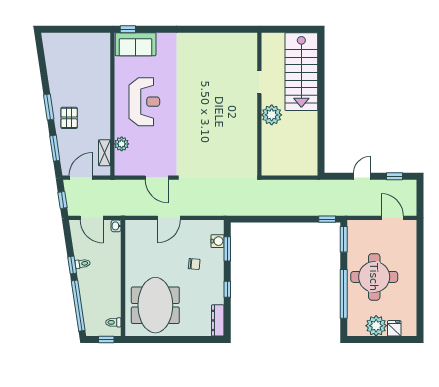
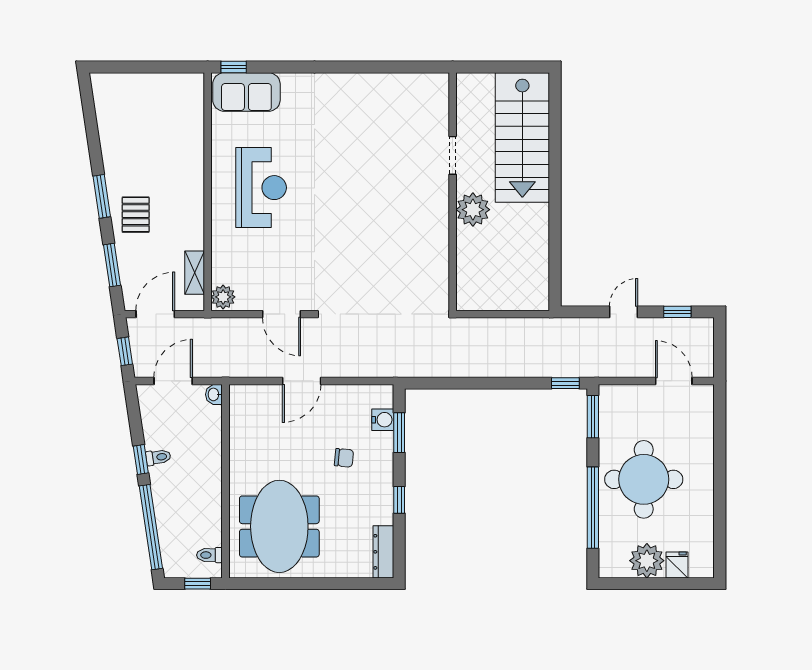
plant: (122, 144) -> (223, 297), moved
door: (92, 218) -> (173, 381), swing flipped

